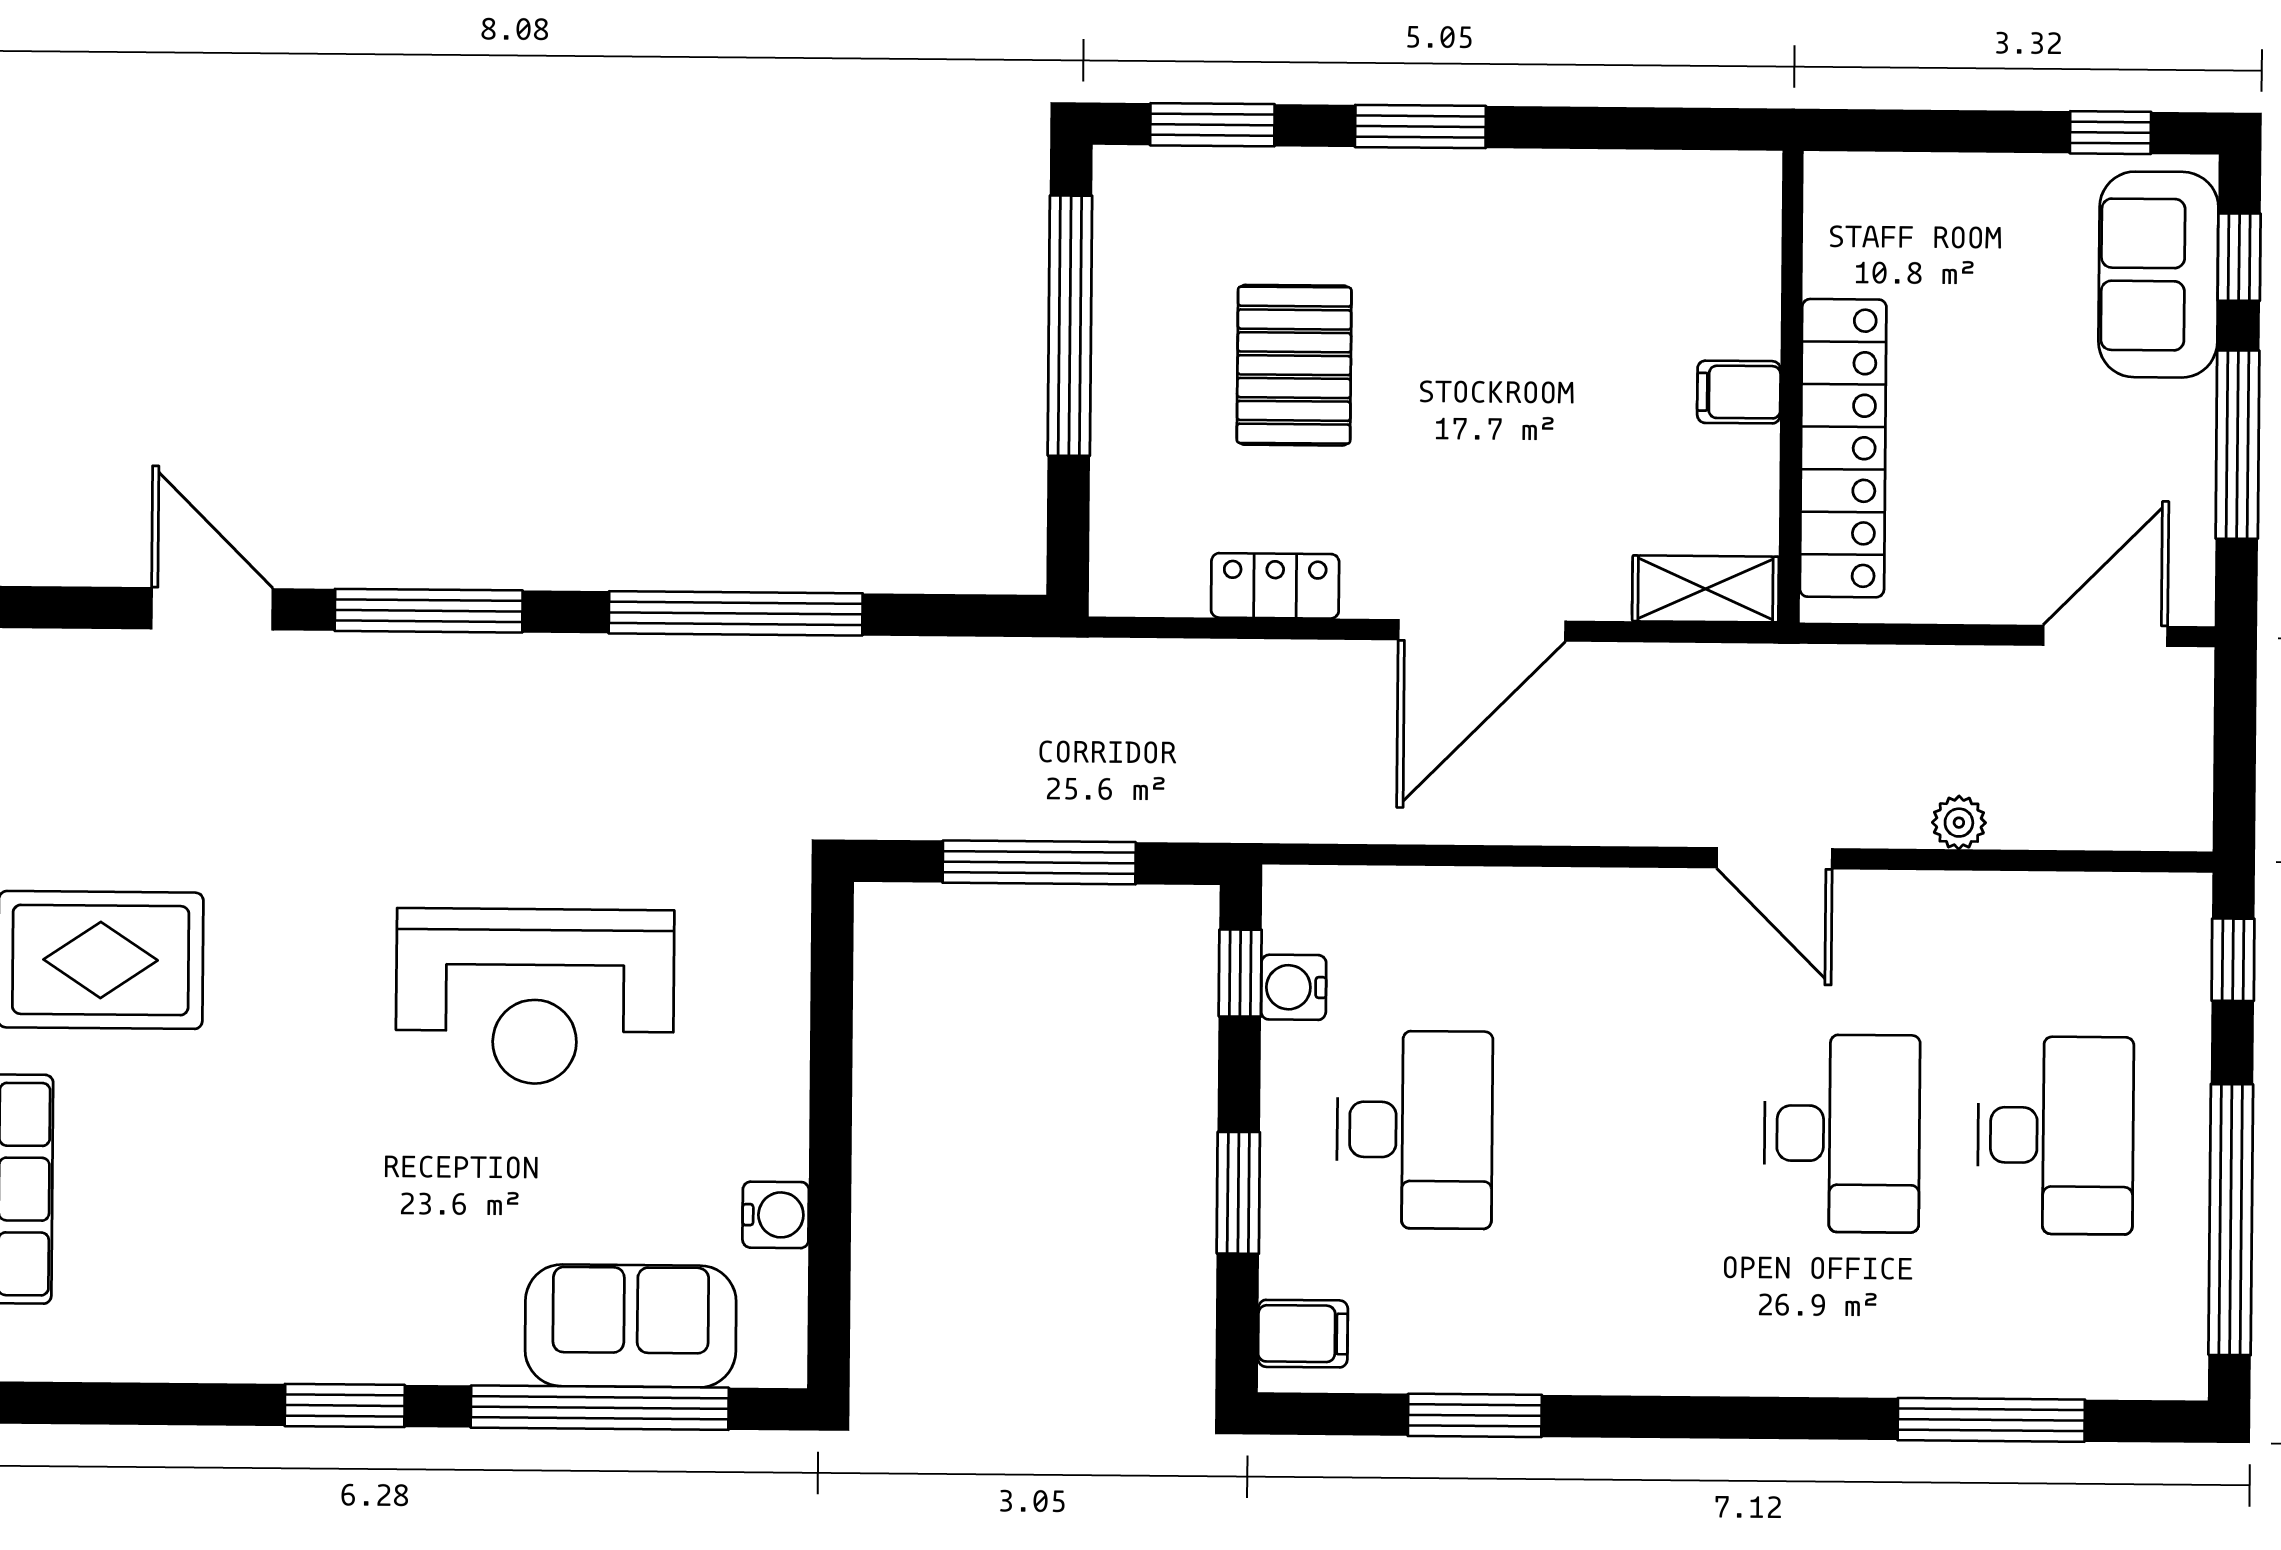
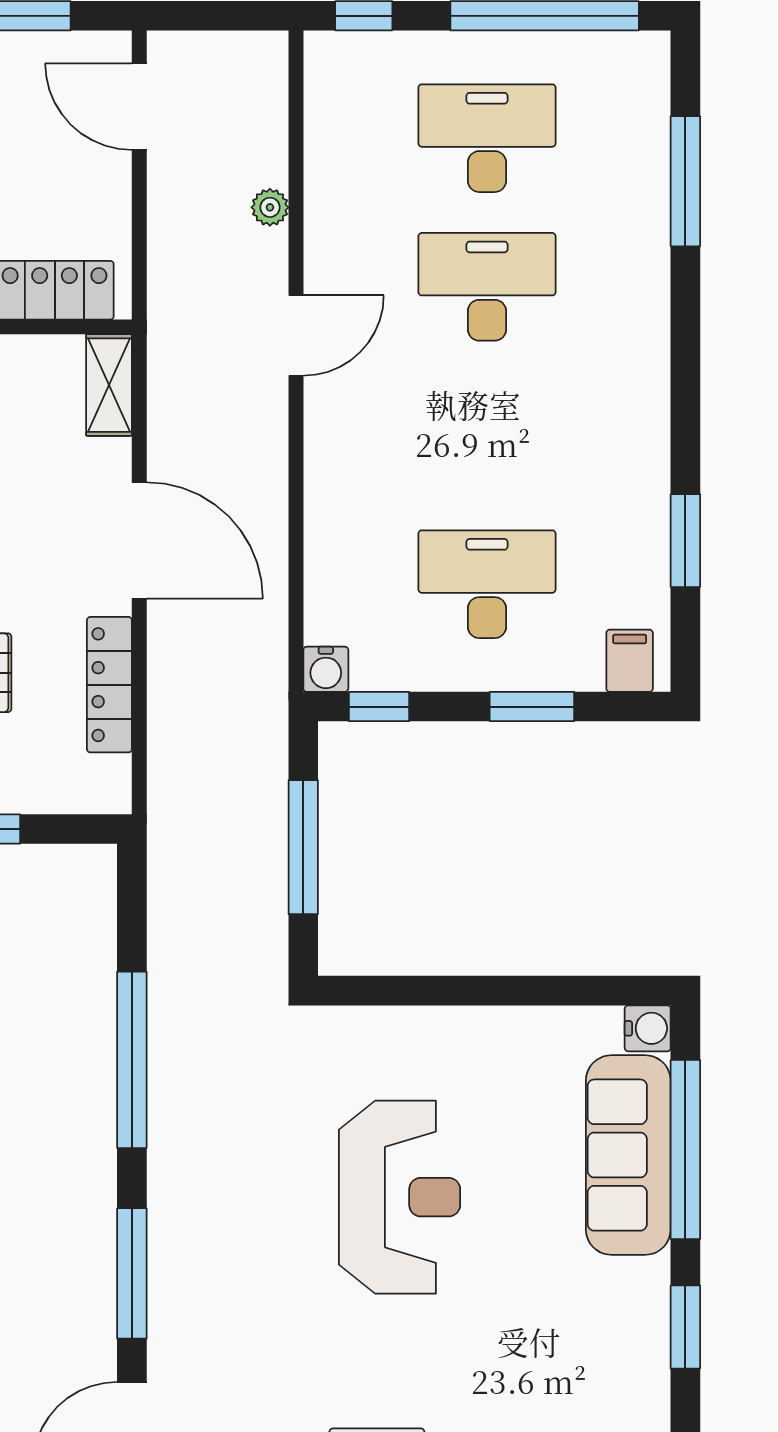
locker: (1275, 586) -> (109, 685), width x1.53
water cooler: (1294, 987) -> (326, 669), moved
water cooler: (776, 1215) -> (648, 1028), moved, turned 90
sofa: (631, 1326) -> (628, 1155), width x1.36

